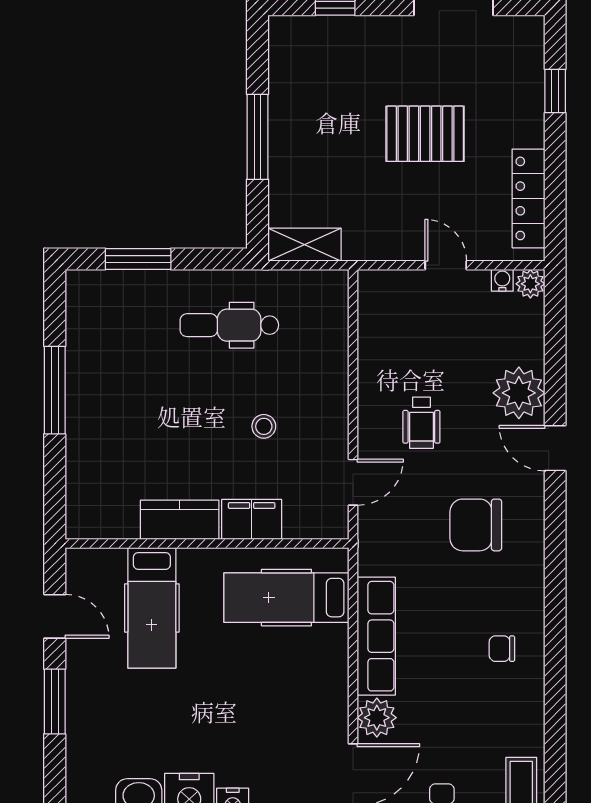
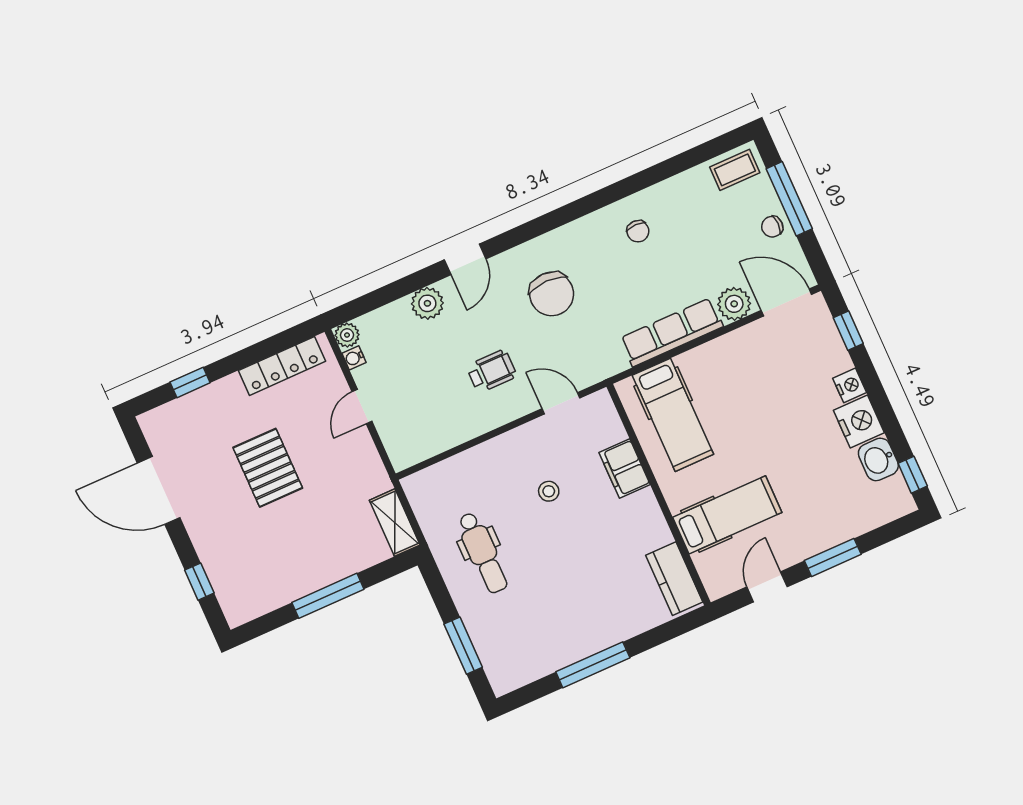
plant: (519, 393) -> (427, 303), width x0.73, depth x0.73
kitchen counter: (180, 520) -> (674, 579), moved

